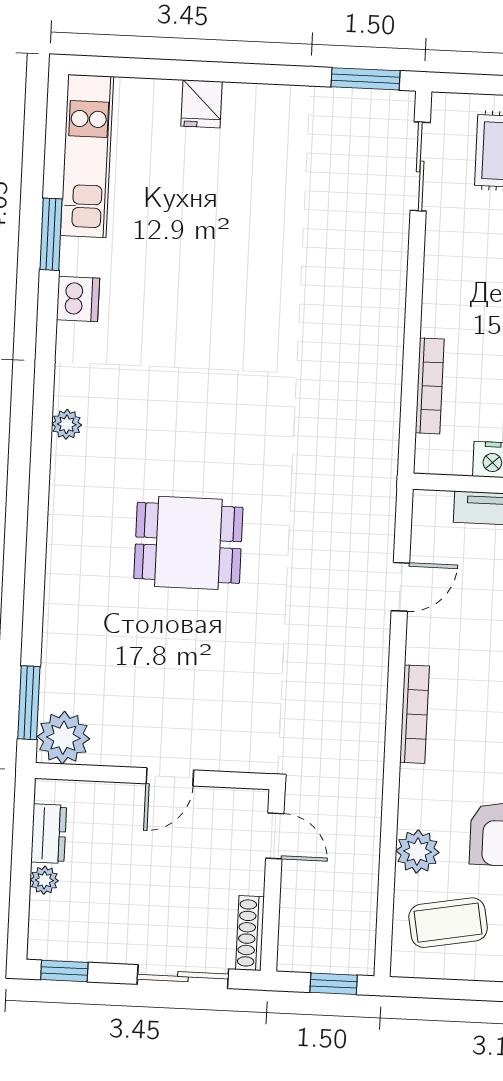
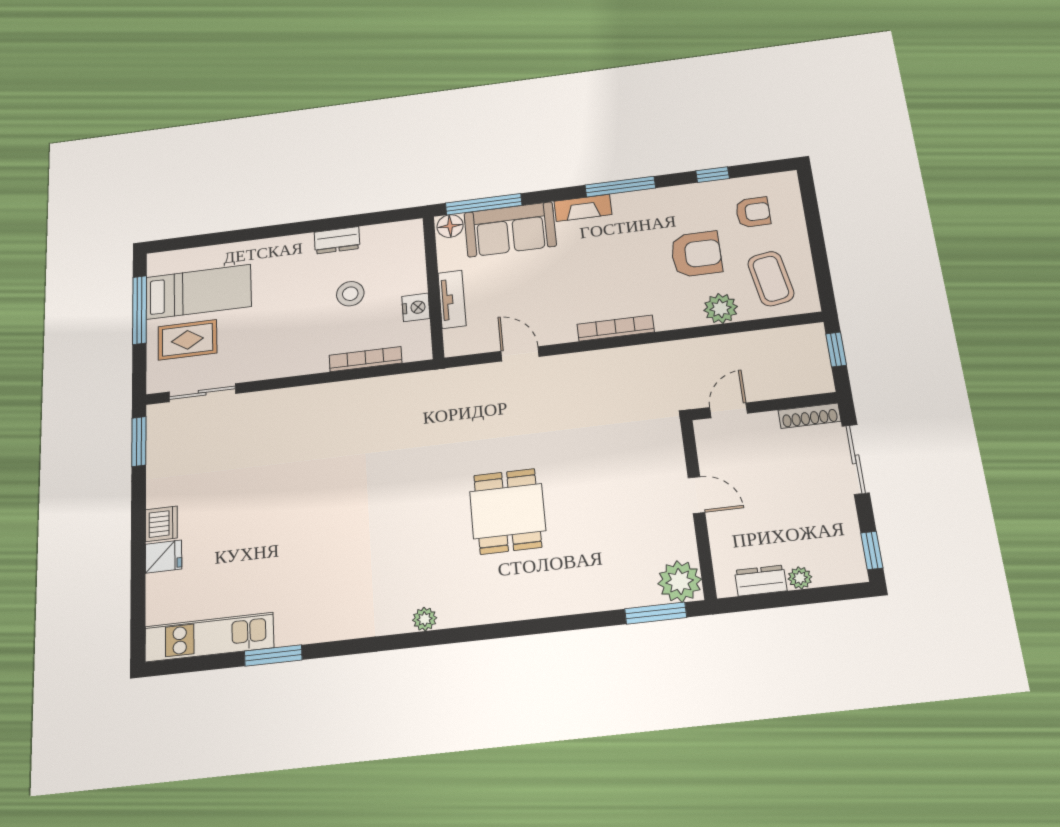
dishwasher: (78, 299) -> (161, 524), moved, turned 90

